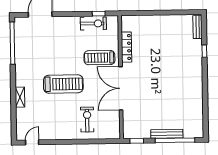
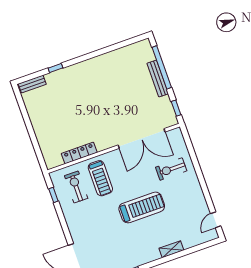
exercise bike: (93, 23) -> (76, 187), moved
treadmill: (63, 84) -> (142, 207), turned 90
double door: (121, 88) -> (142, 139), moved
door: (32, 142) -> (216, 220), hinge flipped

